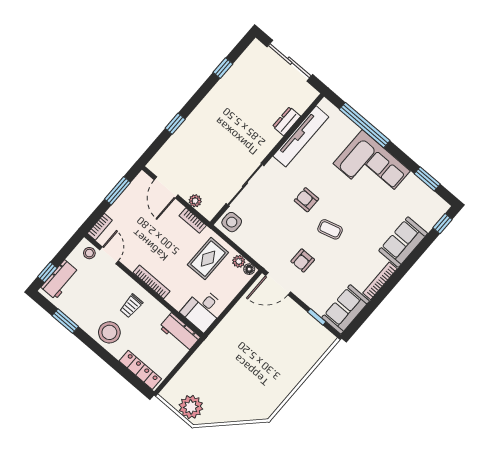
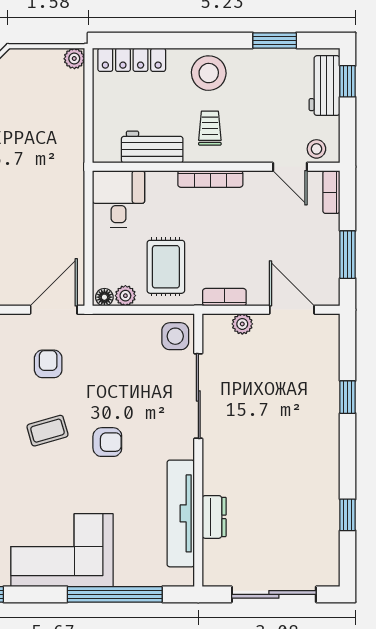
workbench: (180, 332) -> (152, 147), moved
plant: (191, 407) -> (74, 59), moved, width x0.53, depth x0.53

